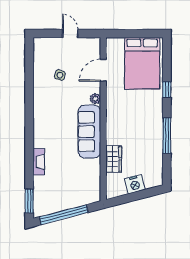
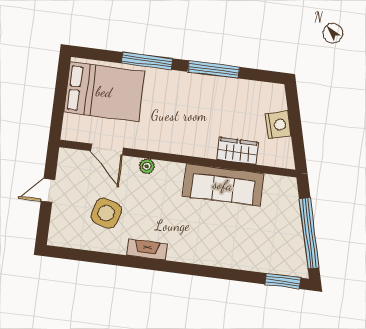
side table: (60, 75) -> (106, 213), width x1.87, depth x1.87
window: (167, 90) -> (147, 61), width x2.17
sofa: (89, 132) -> (223, 185), moved
fireplace: (39, 162) -> (147, 250), moved

